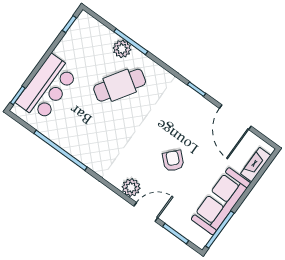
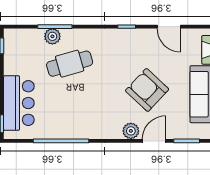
cafe table: (120, 85) -> (70, 64), turned 41
door: (235, 117) -> (169, 27), width x0.73
armchair: (173, 161) -> (147, 90), width x1.88, depth x1.88

